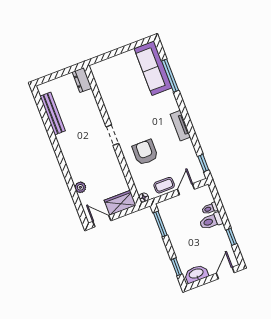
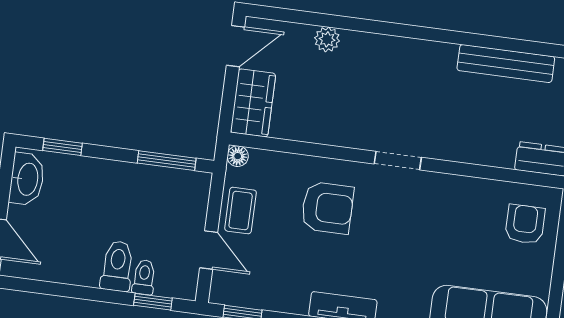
armchair: (110, 73) -> (525, 224), added
window: (231, 237) -> (153, 302), moved

